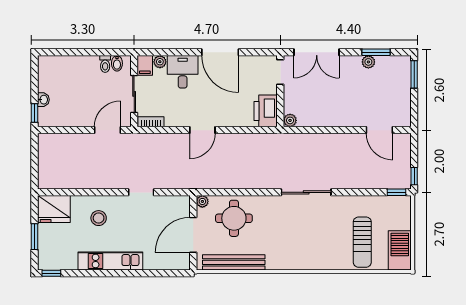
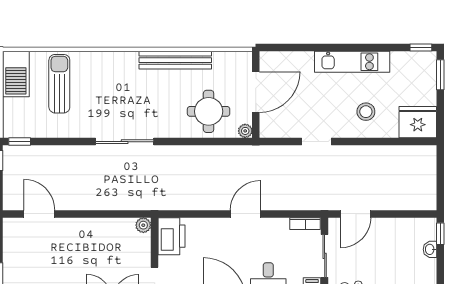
window: (35, 237) -> (440, 75), moved
bench: (234, 262) -> (175, 60), moved

